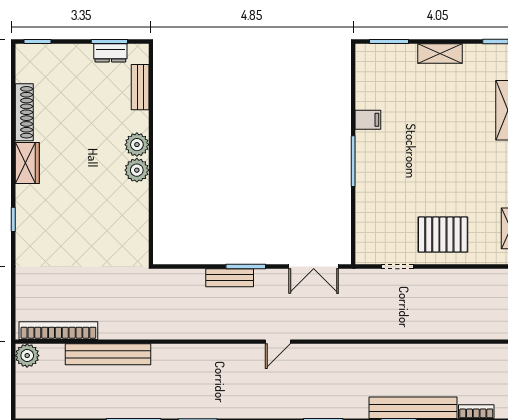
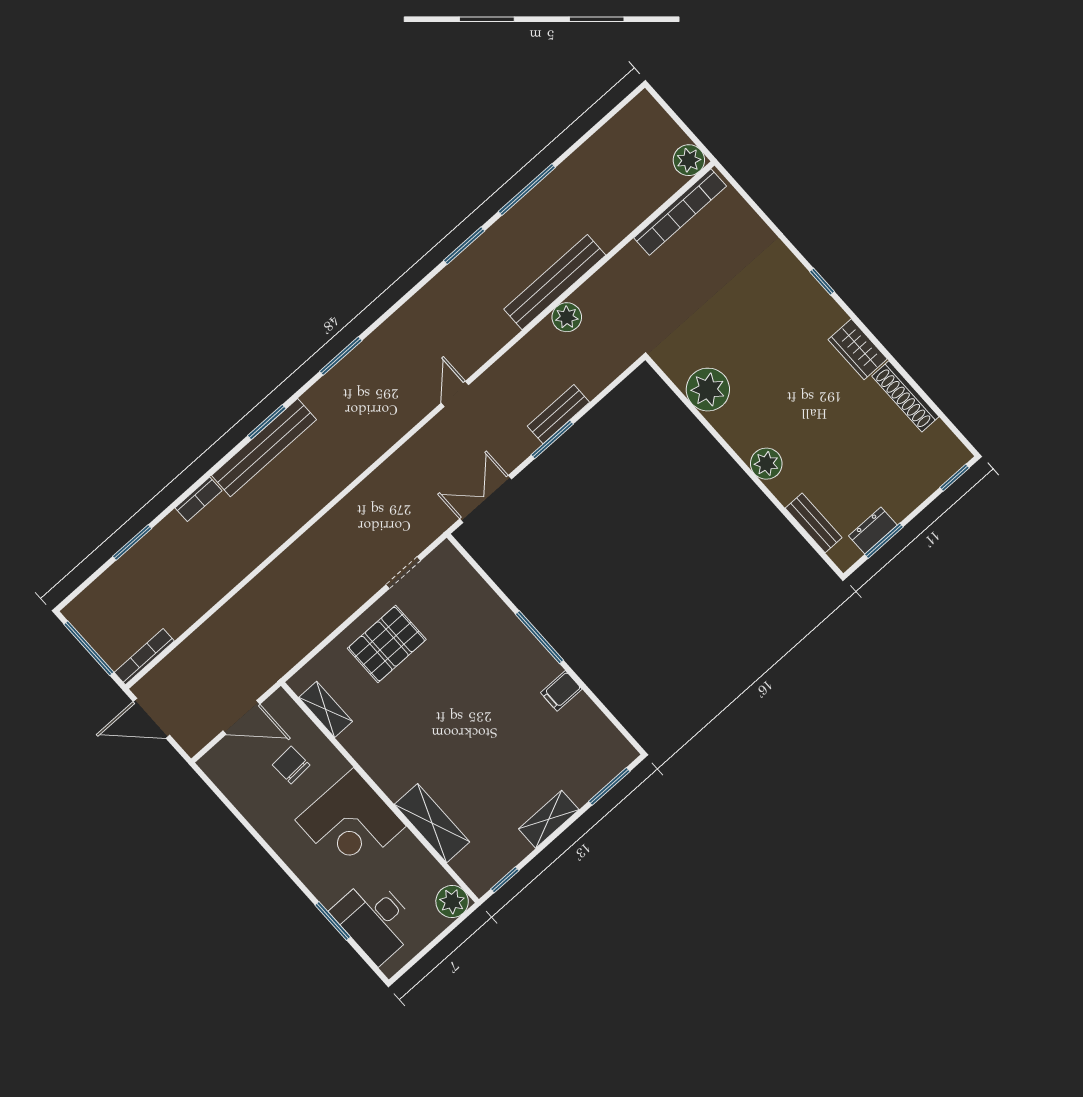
plant: (137, 170) -> (708, 390), moved, width x1.36, depth x1.36
plant: (176, 328) -> (567, 317), added
bench: (108, 354) -> (555, 282), moved

